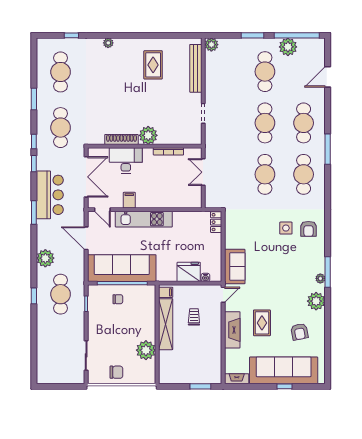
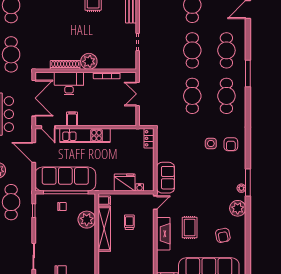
plant: (146, 350) -> (87, 220), moved

